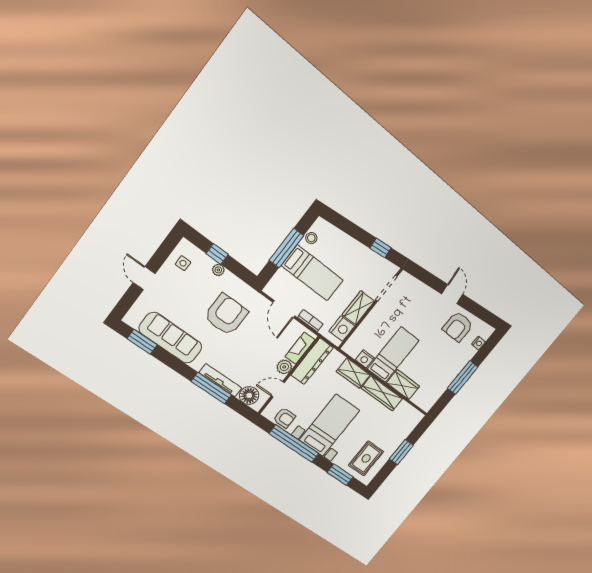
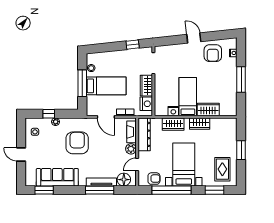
wardrobe: (382, 393) -> (200, 124), width x0.67

